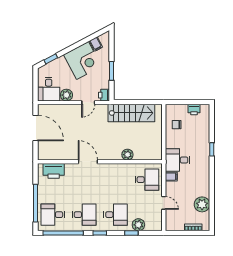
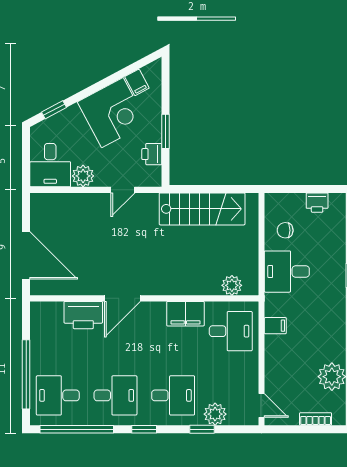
printer: (104, 95) -> (152, 154), moved
door: (35, 128) -> (26, 255), moved
plant: (127, 155) -> (232, 285), moved
desk: (178, 160) -> (287, 272), moved
door: (88, 162) -> (122, 298), swing flipped
filing cabinet: (122, 170) -> (185, 314), added
printer: (54, 171) -> (83, 315), moved
door: (164, 203) -> (262, 405), moved

